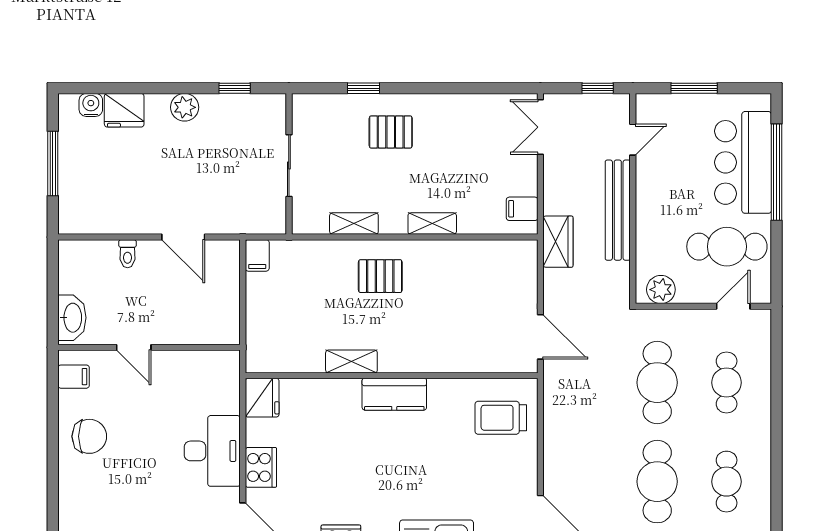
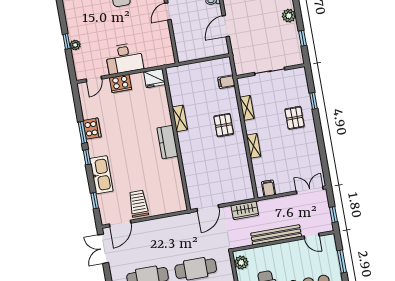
wardrobe: (558, 242) -> (245, 210), moved
filing cabinet: (257, 255) -> (226, 82), moved
trolley: (501, 418) -> (138, 204), moved

